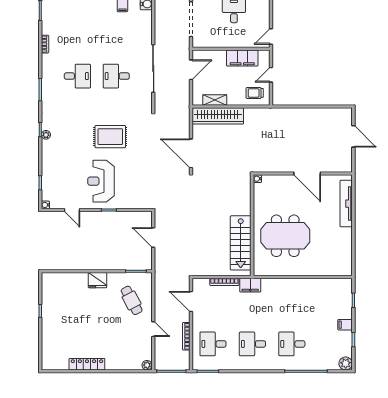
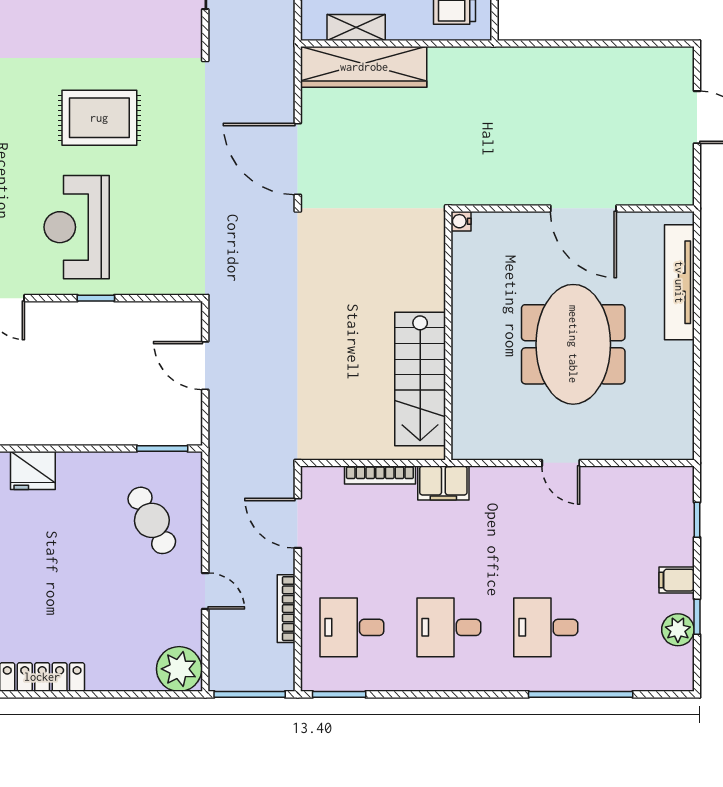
meeting table: (285, 236) -> (573, 344), moved, turned 90
door: (298, 277) -> (561, 463), added
fridge: (97, 280) -> (33, 471), moved
plant: (346, 363) -> (678, 630), moved
plant: (147, 365) -> (179, 669), width x1.88, depth x1.88

